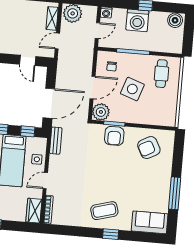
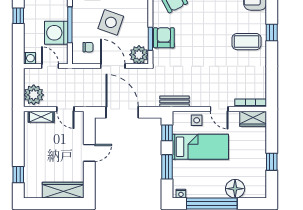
washing machine: (137, 20) -> (56, 33), moved, turned 180
door: (28, 60) -> (89, 153), moved
door: (49, 103) -> (122, 112), moved
armchair: (114, 136) -> (164, 38), turned -90
coffee table: (104, 211) -> (247, 42), turned -74

